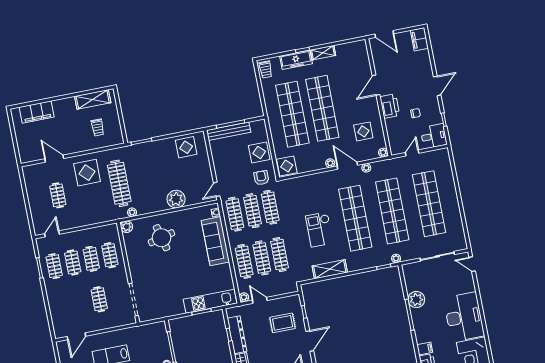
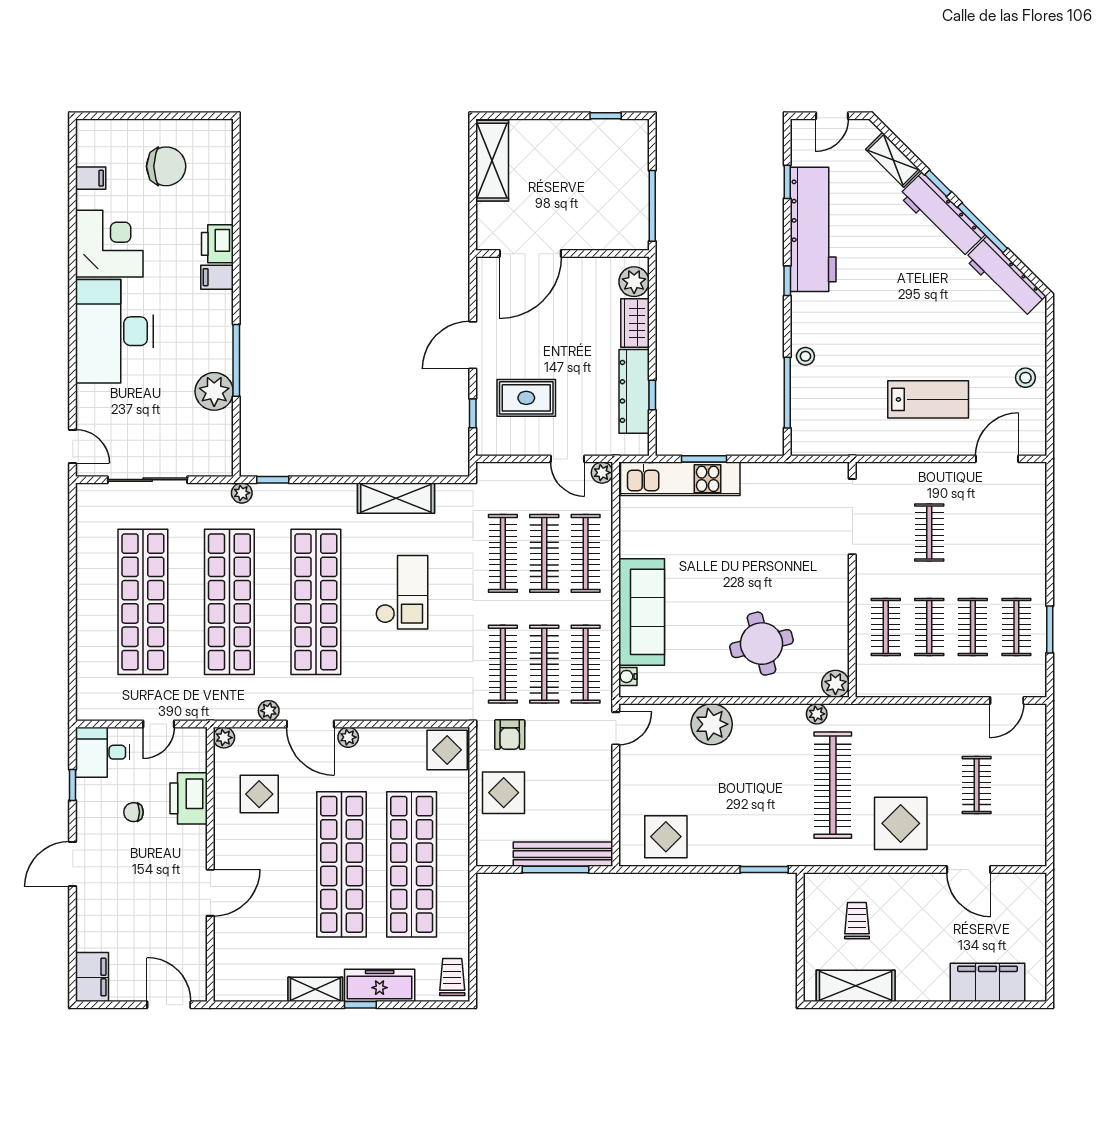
printer: (390, 106) -> (189, 798), moved

